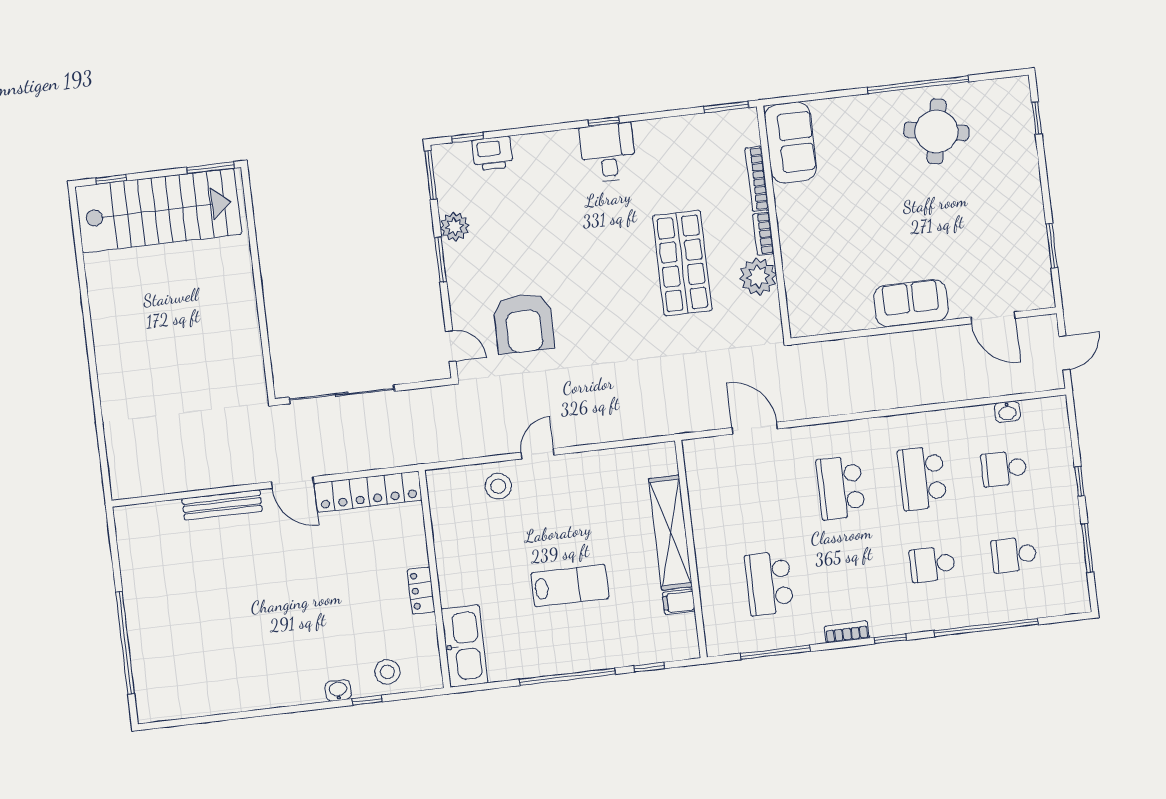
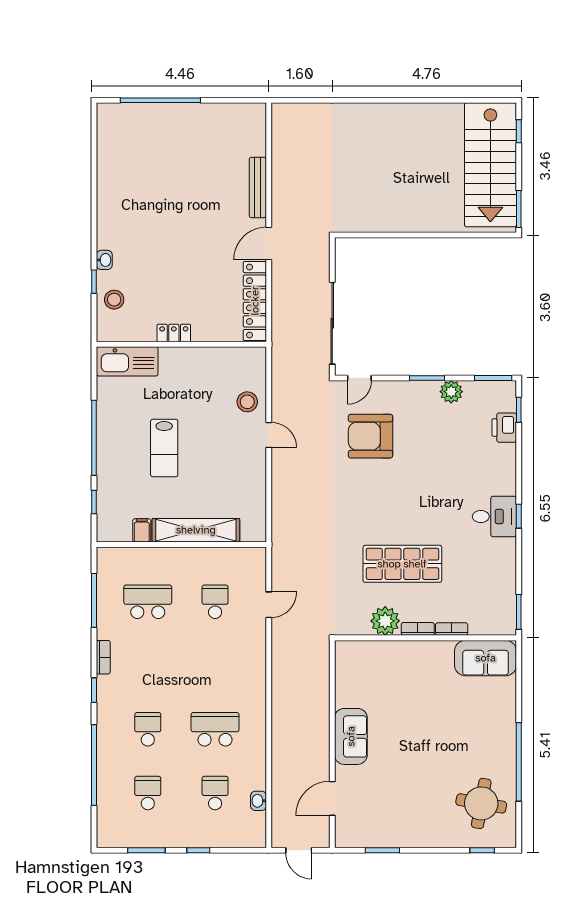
round table: (936, 131) -> (481, 803), moved
bookcase: (757, 179) -> (452, 629), width x0.64
sliding door: (342, 394) -> (332, 323), moved
door: (755, 428) -> (269, 605), width x0.73
school desk: (841, 488) -> (215, 602), moved, width x0.54

